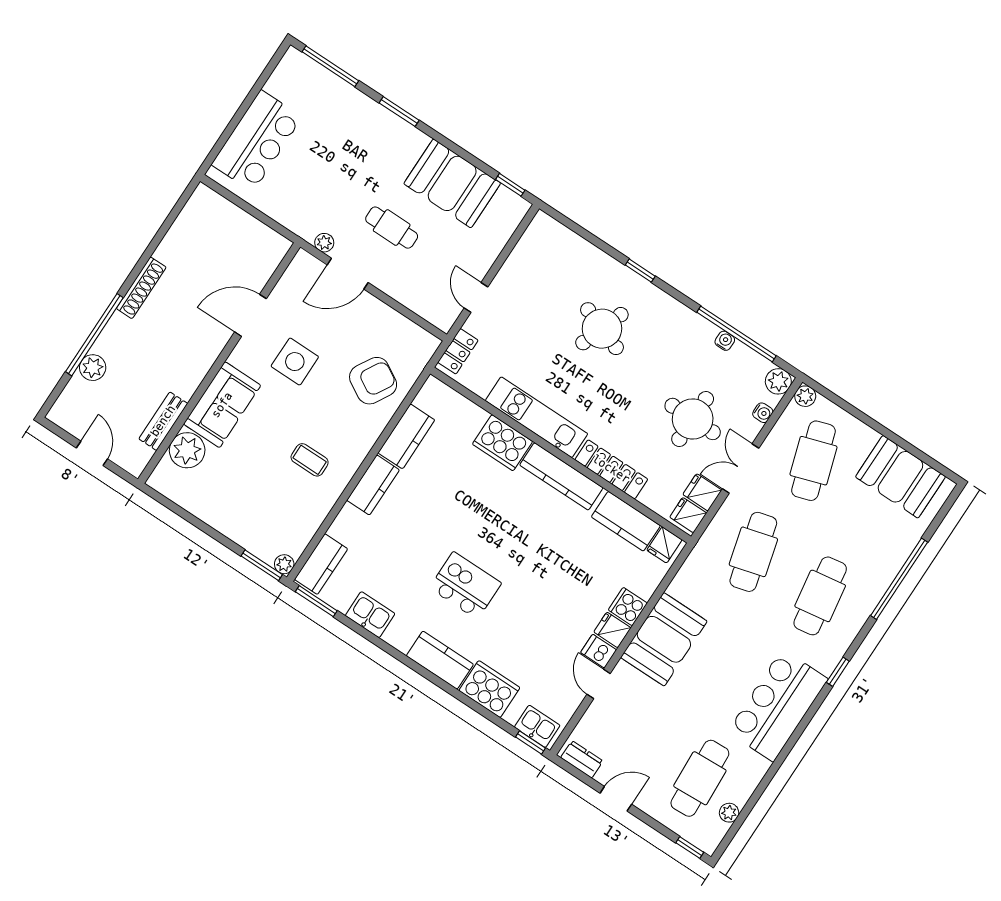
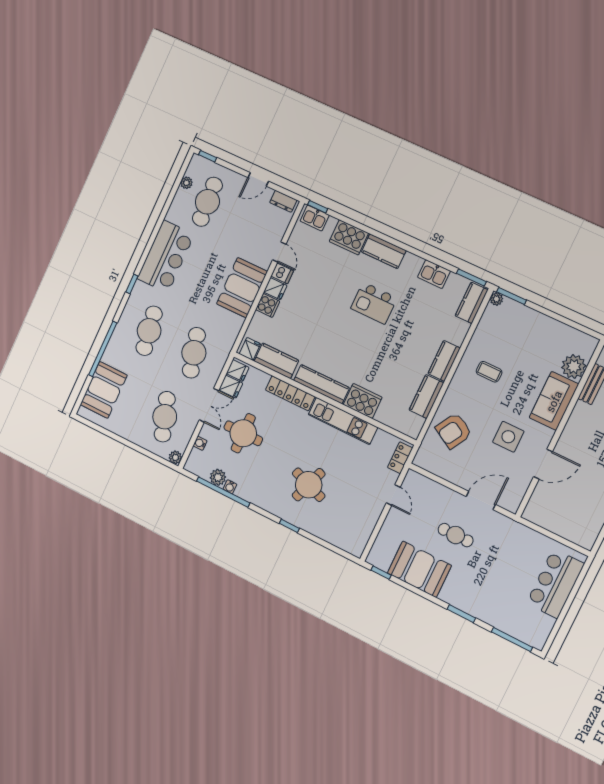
plant: (324, 243) -> (500, 520), removed
plant: (778, 381) -> (218, 477), moved
booth: (900, 477) -> (104, 390), moved, turned 90

